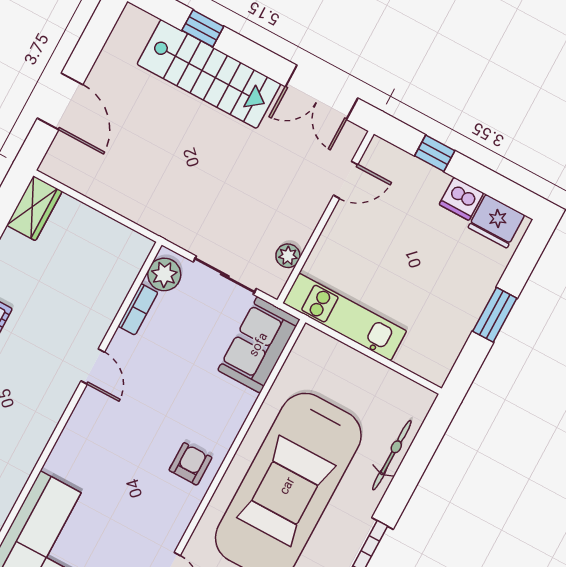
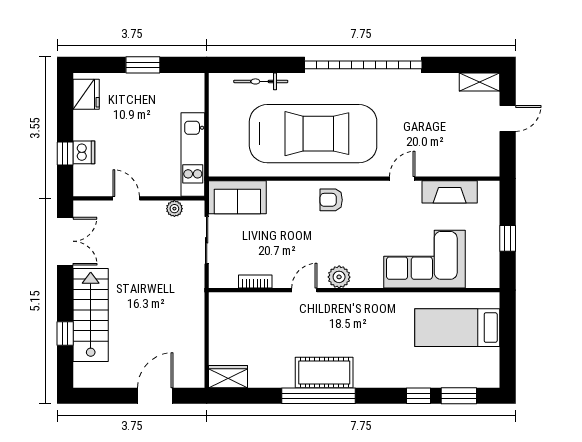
door: (346, 180) -> (126, 198), moved
dishwasher: (461, 199) -> (84, 152), moved
plant: (164, 274) -> (339, 277), moved

